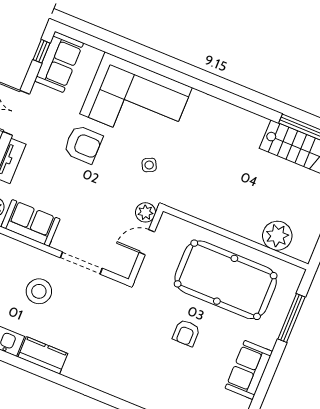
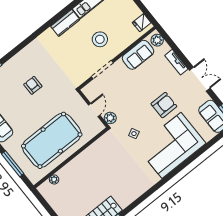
armchair: (83, 144) -> (164, 105), turned 180
plant: (277, 236) -> (54, 179), width x0.53, depth x0.53
armchair: (186, 333) -> (33, 85), moved

